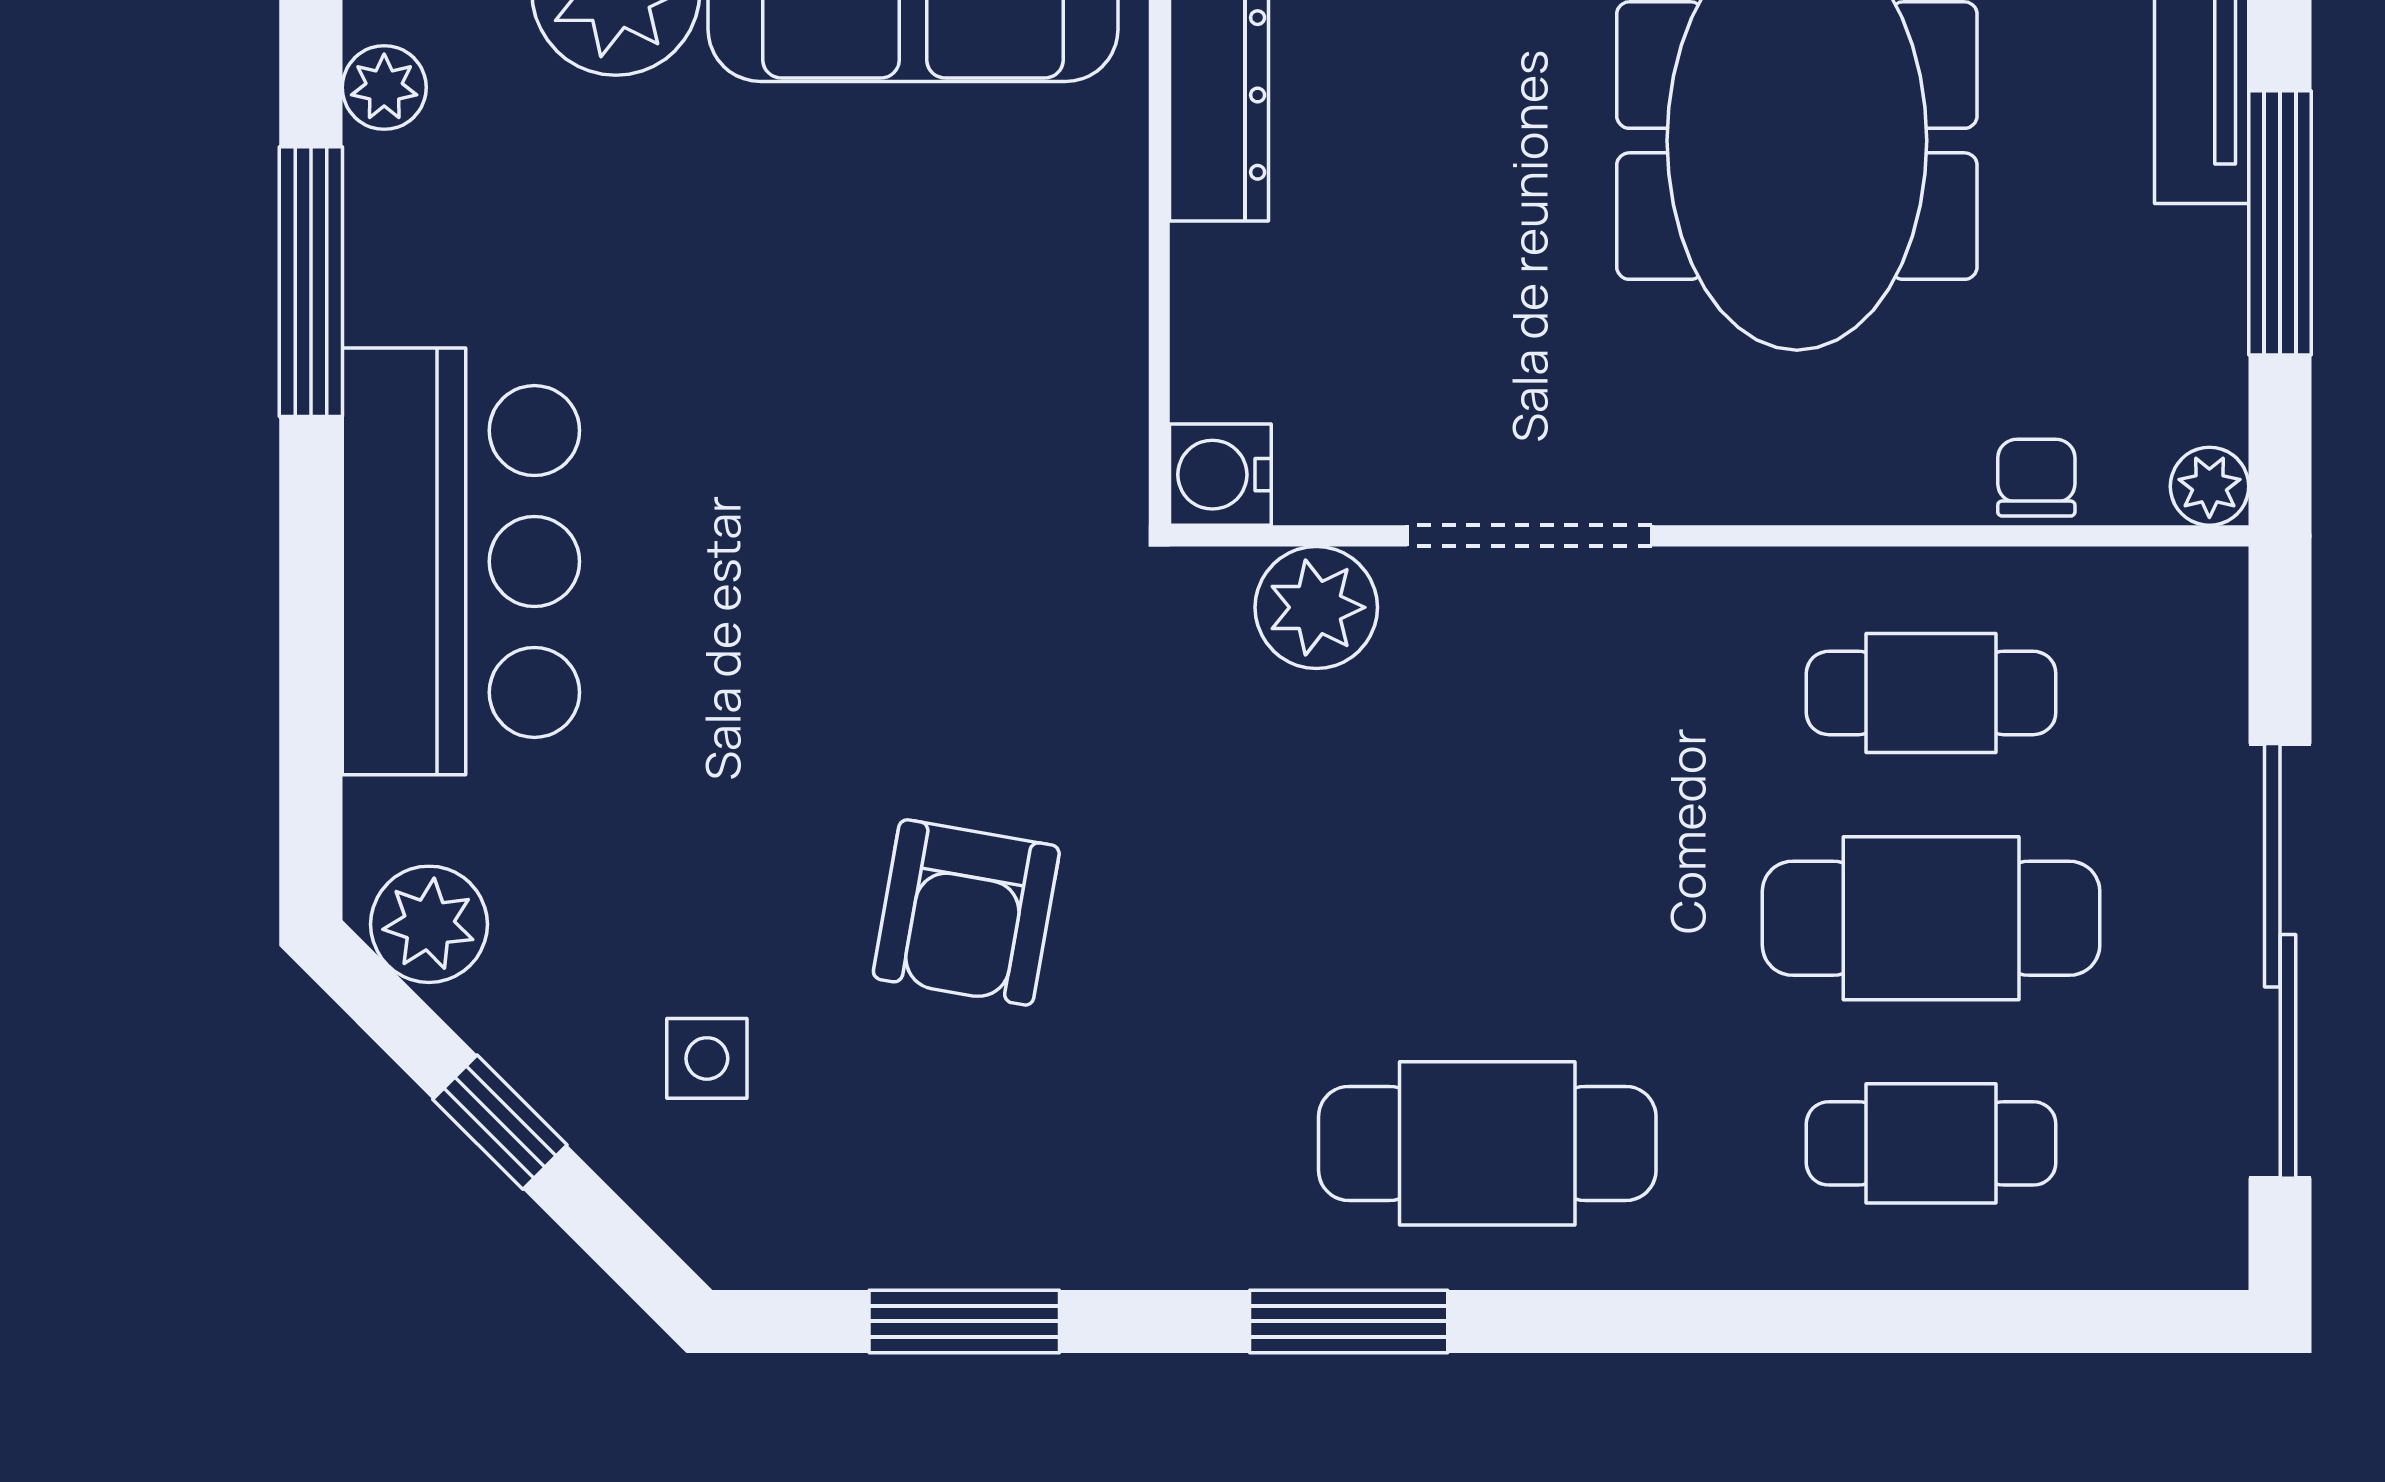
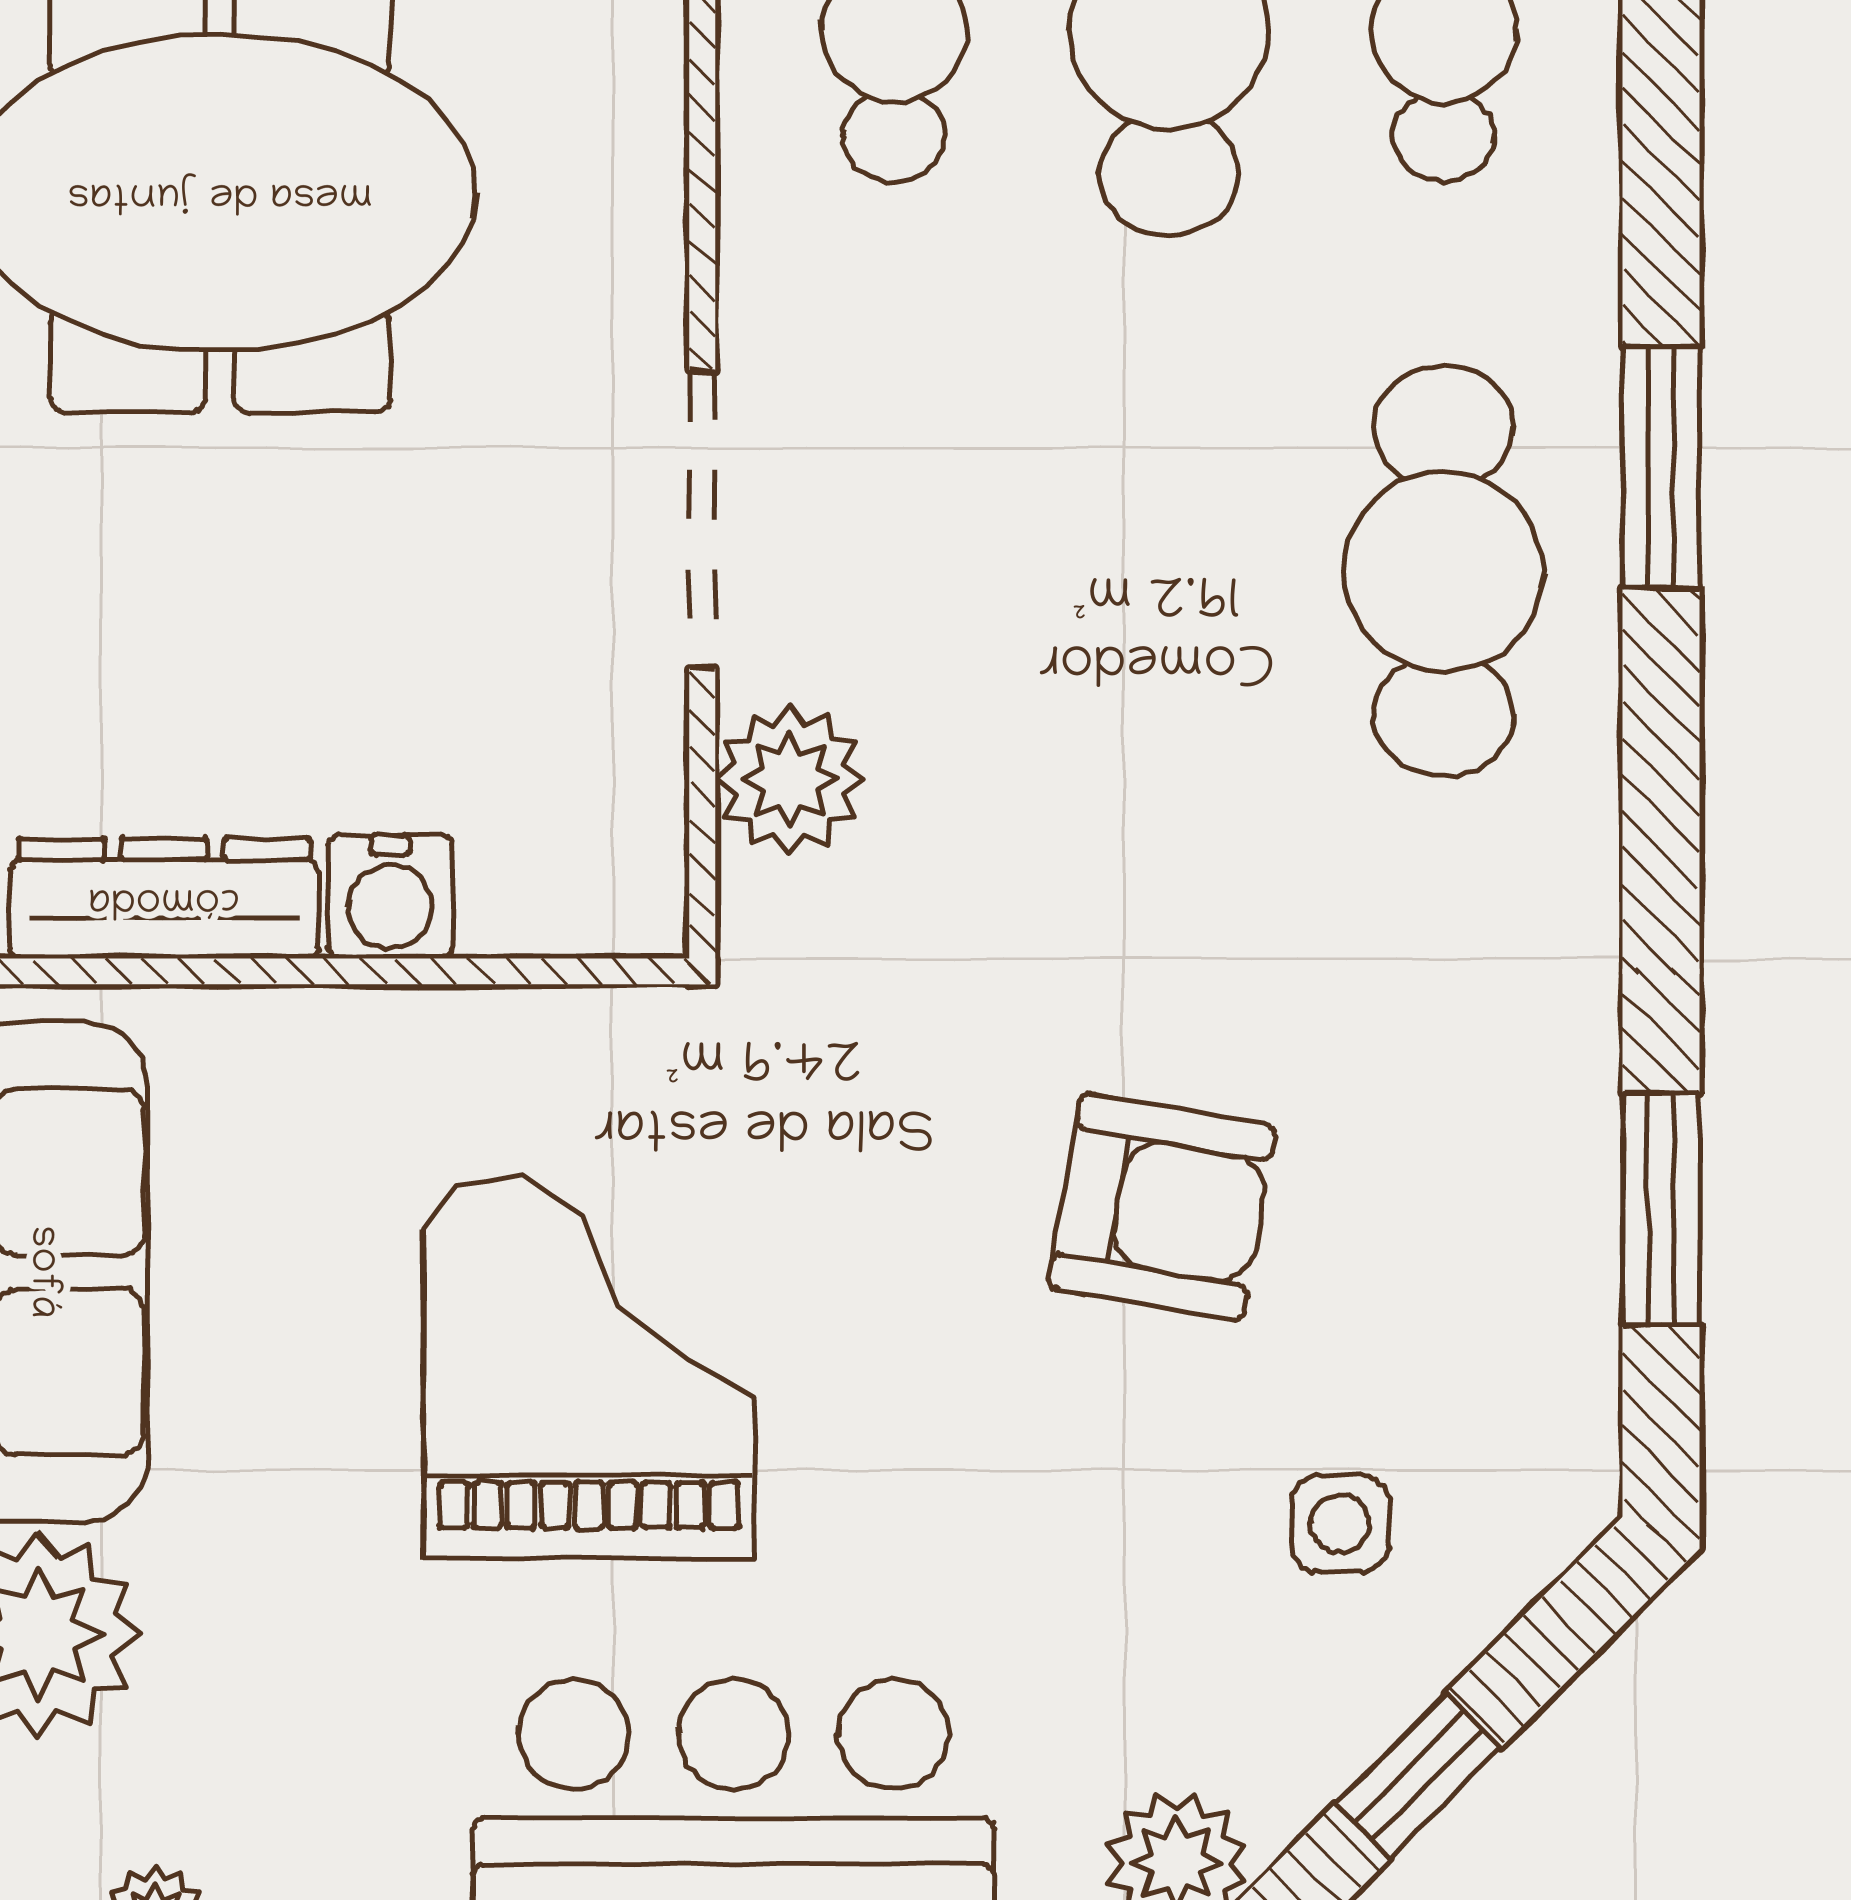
grand piano: (835, 443) -> (589, 1368), added
water cooler: (1220, 475) -> (390, 897), moved
window: (1349, 1321) -> (1661, 467), moved

